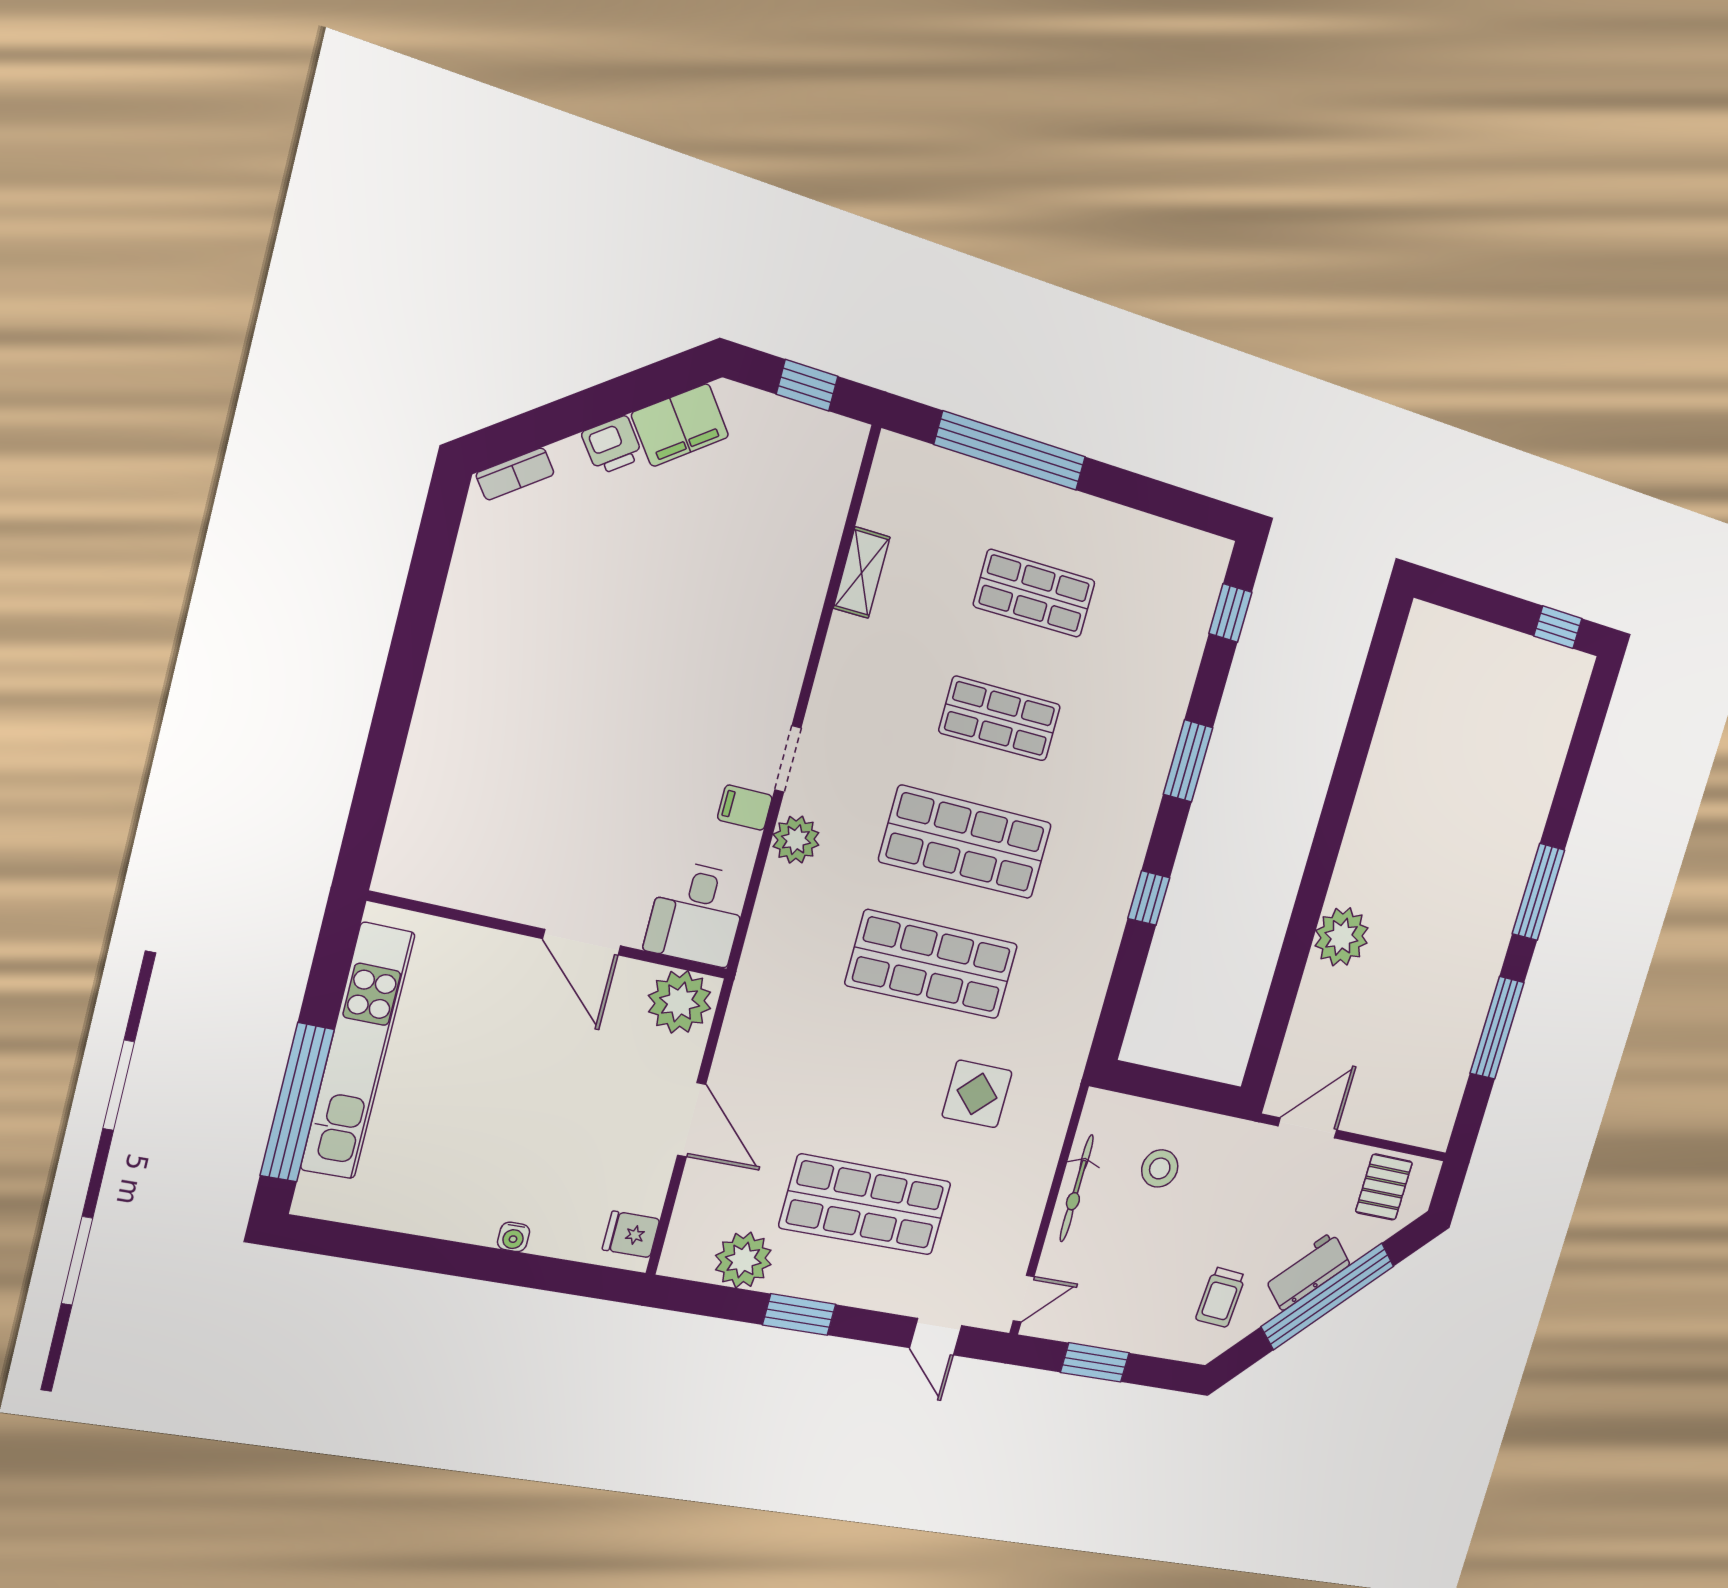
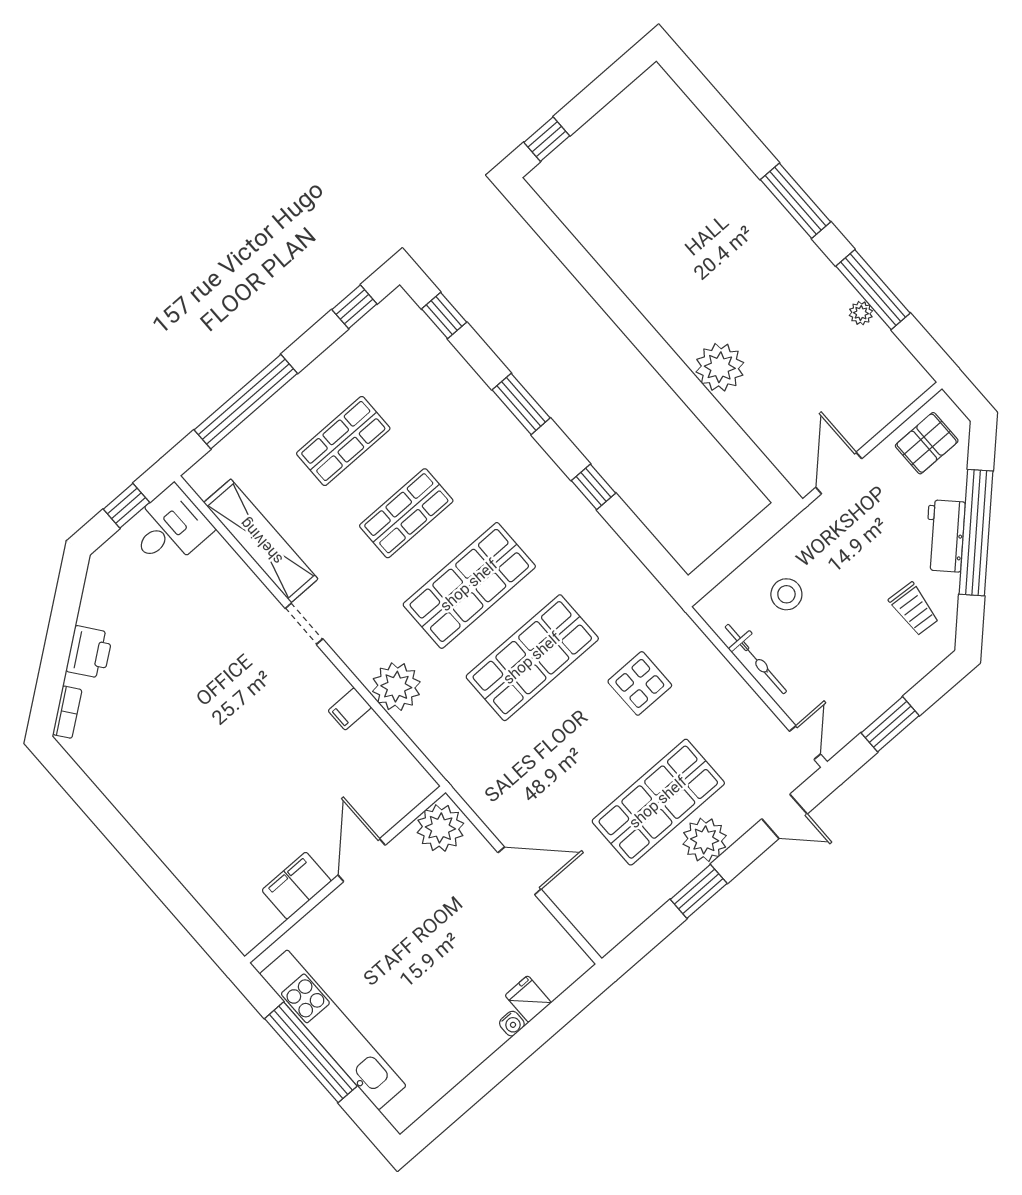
filing cabinet: (680, 425) -> (297, 886), moved, turned -143
printer: (612, 445) -> (89, 652), width x1.36, depth x1.24
window: (1183, 506) -> (354, 307), added
shelving: (862, 573) -> (261, 541), width x2.20, depth x1.33
window: (1558, 627) -> (547, 139), moved
doorway: (788, 759) -> (304, 624), moved
plant: (796, 840) -> (396, 687), width x1.36, depth x1.36
desk: (697, 913) -> (169, 528), moved, turned -90
door: (582, 942) -> (362, 860), swing flipped
plant: (1469, 1033) -> (861, 313), added
window: (297, 1102) -> (311, 1052), moved
pallet: (1384, 1187) -> (927, 443), turned 90
fridge: (631, 1234) -> (528, 999), moved, turned 90
plant: (743, 1260) -> (705, 840), moved

